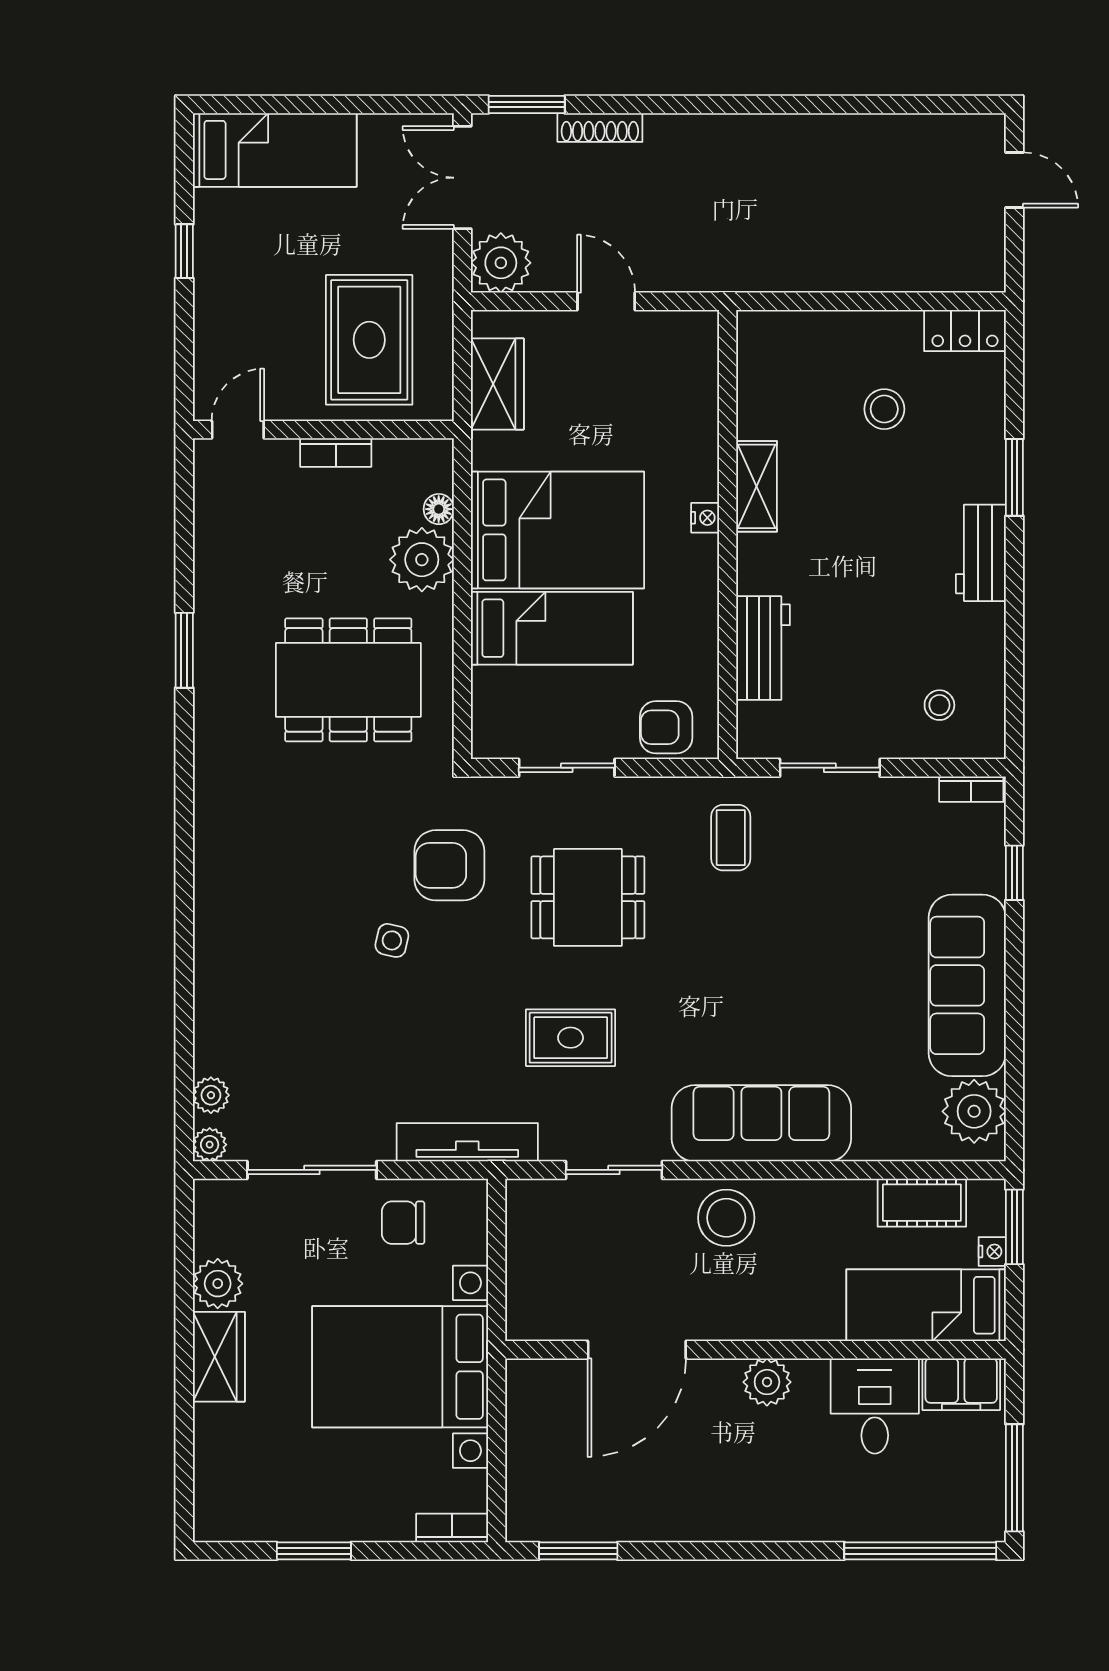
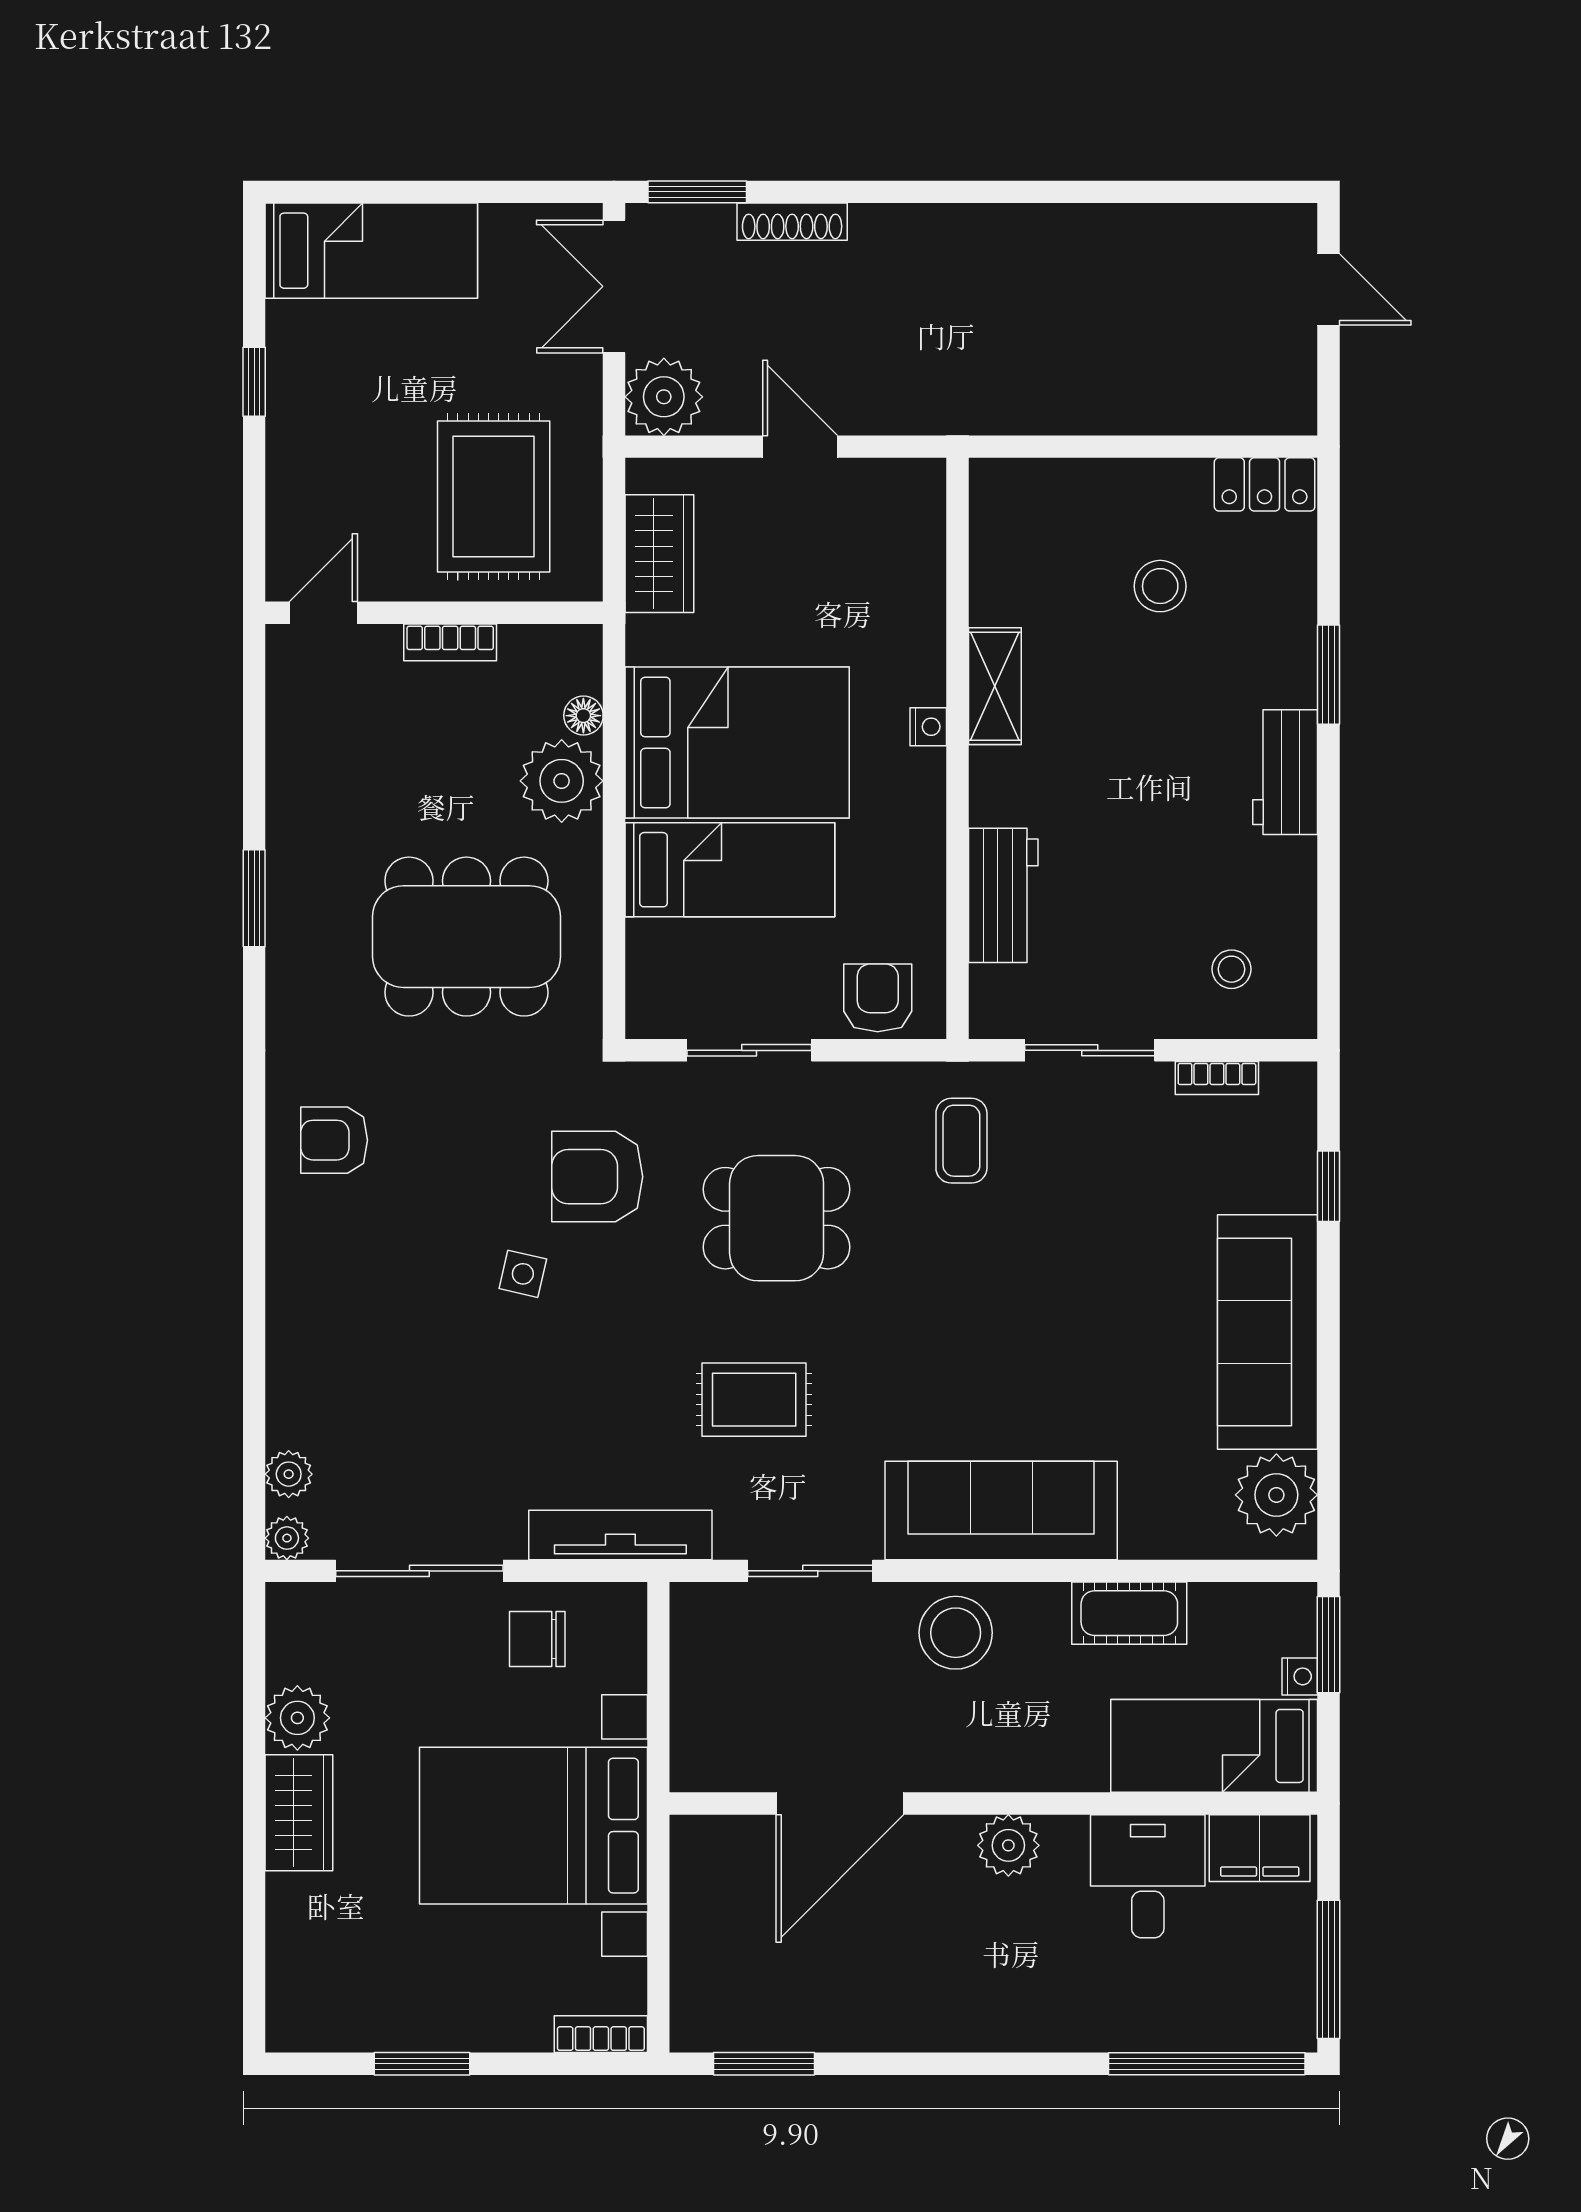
armchair: (666, 727) -> (878, 998), turned 90
bookcase: (971, 789) -> (1217, 1078), moved
armchair: (246, 837) -> (334, 1140), added
cot: (922, 1203) -> (1129, 1613), moved

